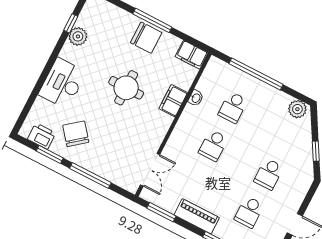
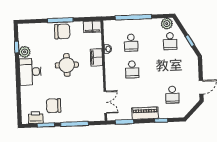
desk: (62, 83) -> (30, 72), moved
chair: (76, 134) -> (54, 106), turned -51
school desk: (269, 174) -> (170, 41), moved

